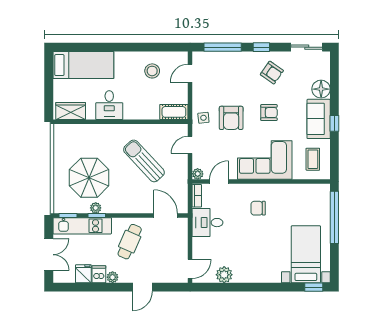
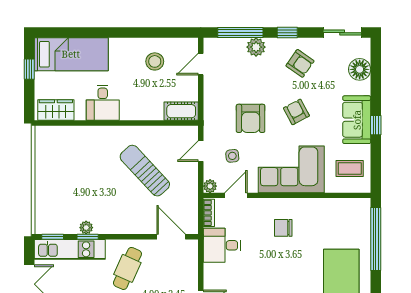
plant: (236, 59) -> (256, 47), added
window: (49, 77) -> (29, 69), added
floor lamp: (321, 89) -> (360, 69), moved
armchair: (269, 113) -> (296, 112), turned -118
side table: (203, 118) -> (232, 156), moved
coffee table: (313, 159) -> (350, 168), turned 90
parasol: (89, 178) -> (78, 191), removed

